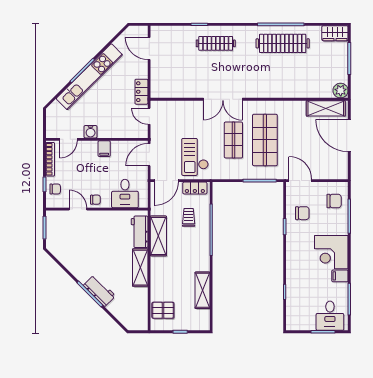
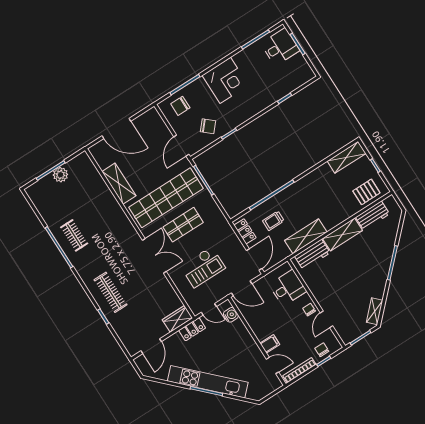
wardrobe: (335, 33) -> (177, 319), moved, turned -90
clothes rail: (283, 43) -> (74, 235), width x0.54, depth x0.76
plant: (341, 91) -> (60, 175), moved
shelving: (326, 108) -> (119, 184), moved
door: (149, 116) -> (209, 309), hinge flipped
water cooler: (91, 132) -> (231, 315), moved
door: (349, 136) -> (116, 128), hinge flipped
shop shelf: (265, 140) -> (166, 198), width x1.40
filing cabinet: (104, 149) -> (270, 344), moved
checkout: (195, 157) -> (203, 267), moved
door: (166, 181) -> (254, 260), hinge flipped
chair: (334, 201) -> (180, 106), turned -90
chair: (302, 213) -> (208, 126), turned 131
shelving: (59, 253) -> (375, 311), added
filing cabinet: (340, 276) -> (241, 60), removed
shelving: (202, 290) -> (347, 157), moved
workbench: (99, 291) -> (373, 216), moved, turned -135
pallet: (163, 310) -> (366, 192), turned 90

